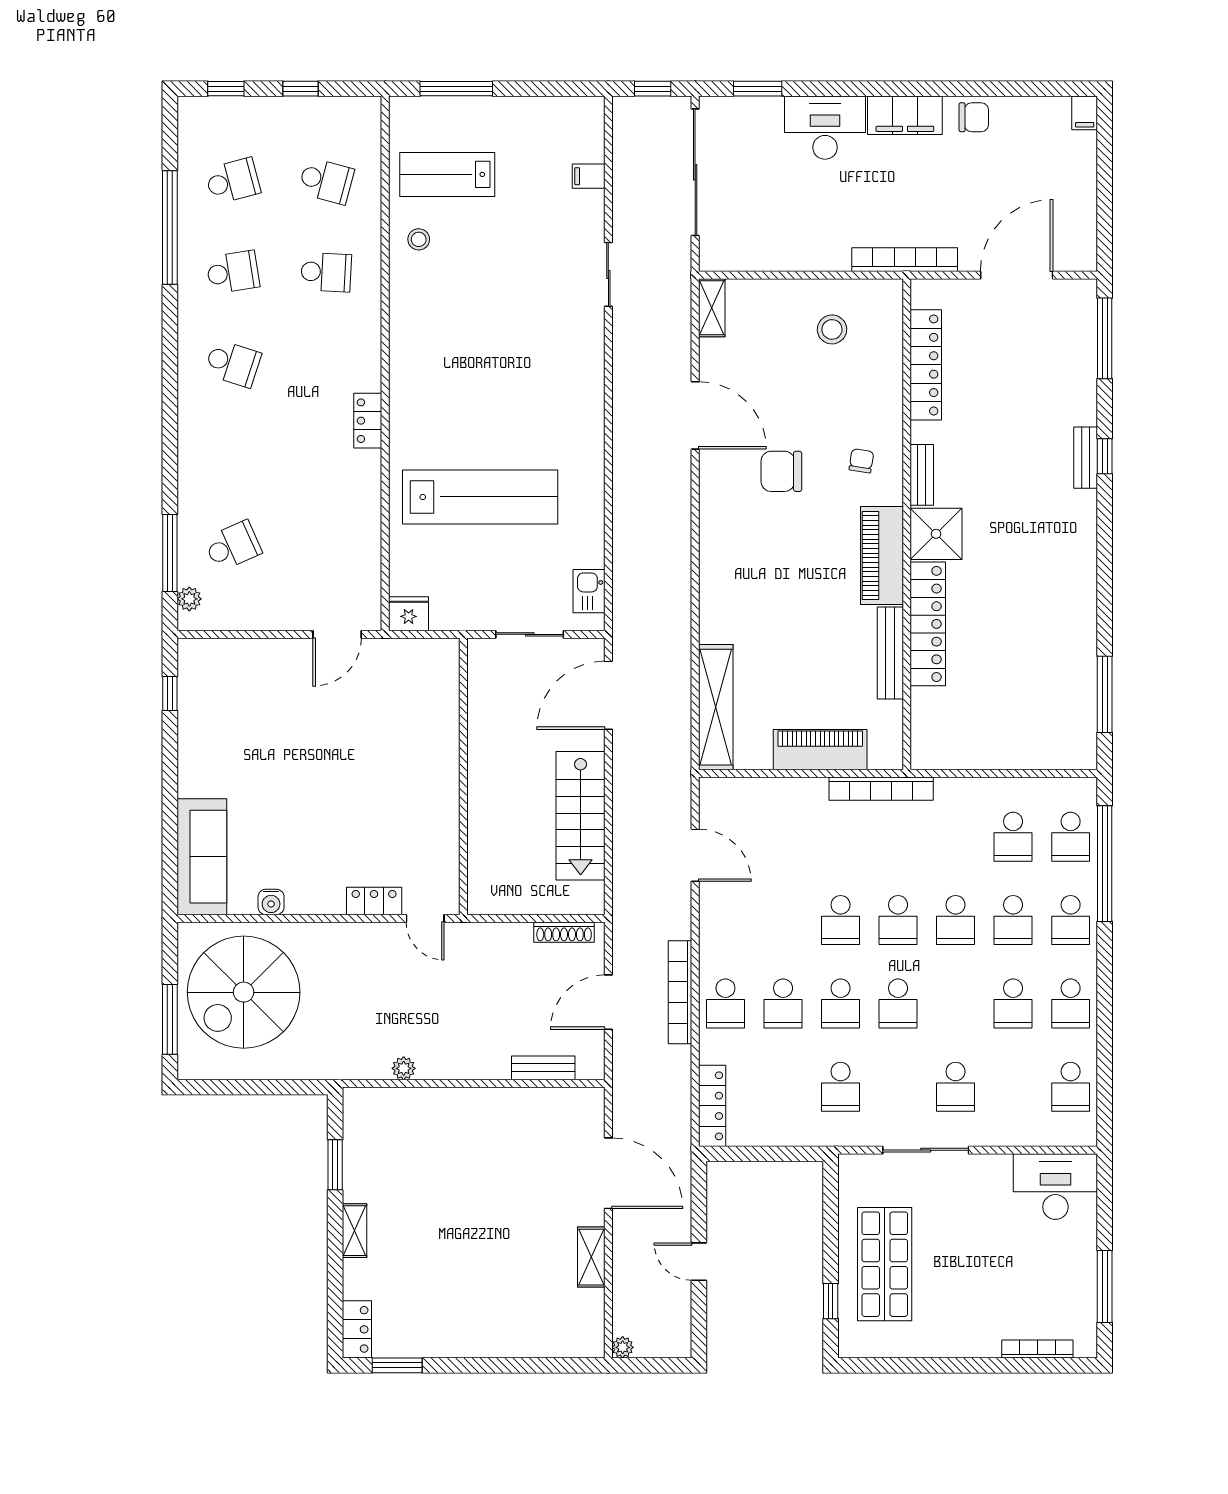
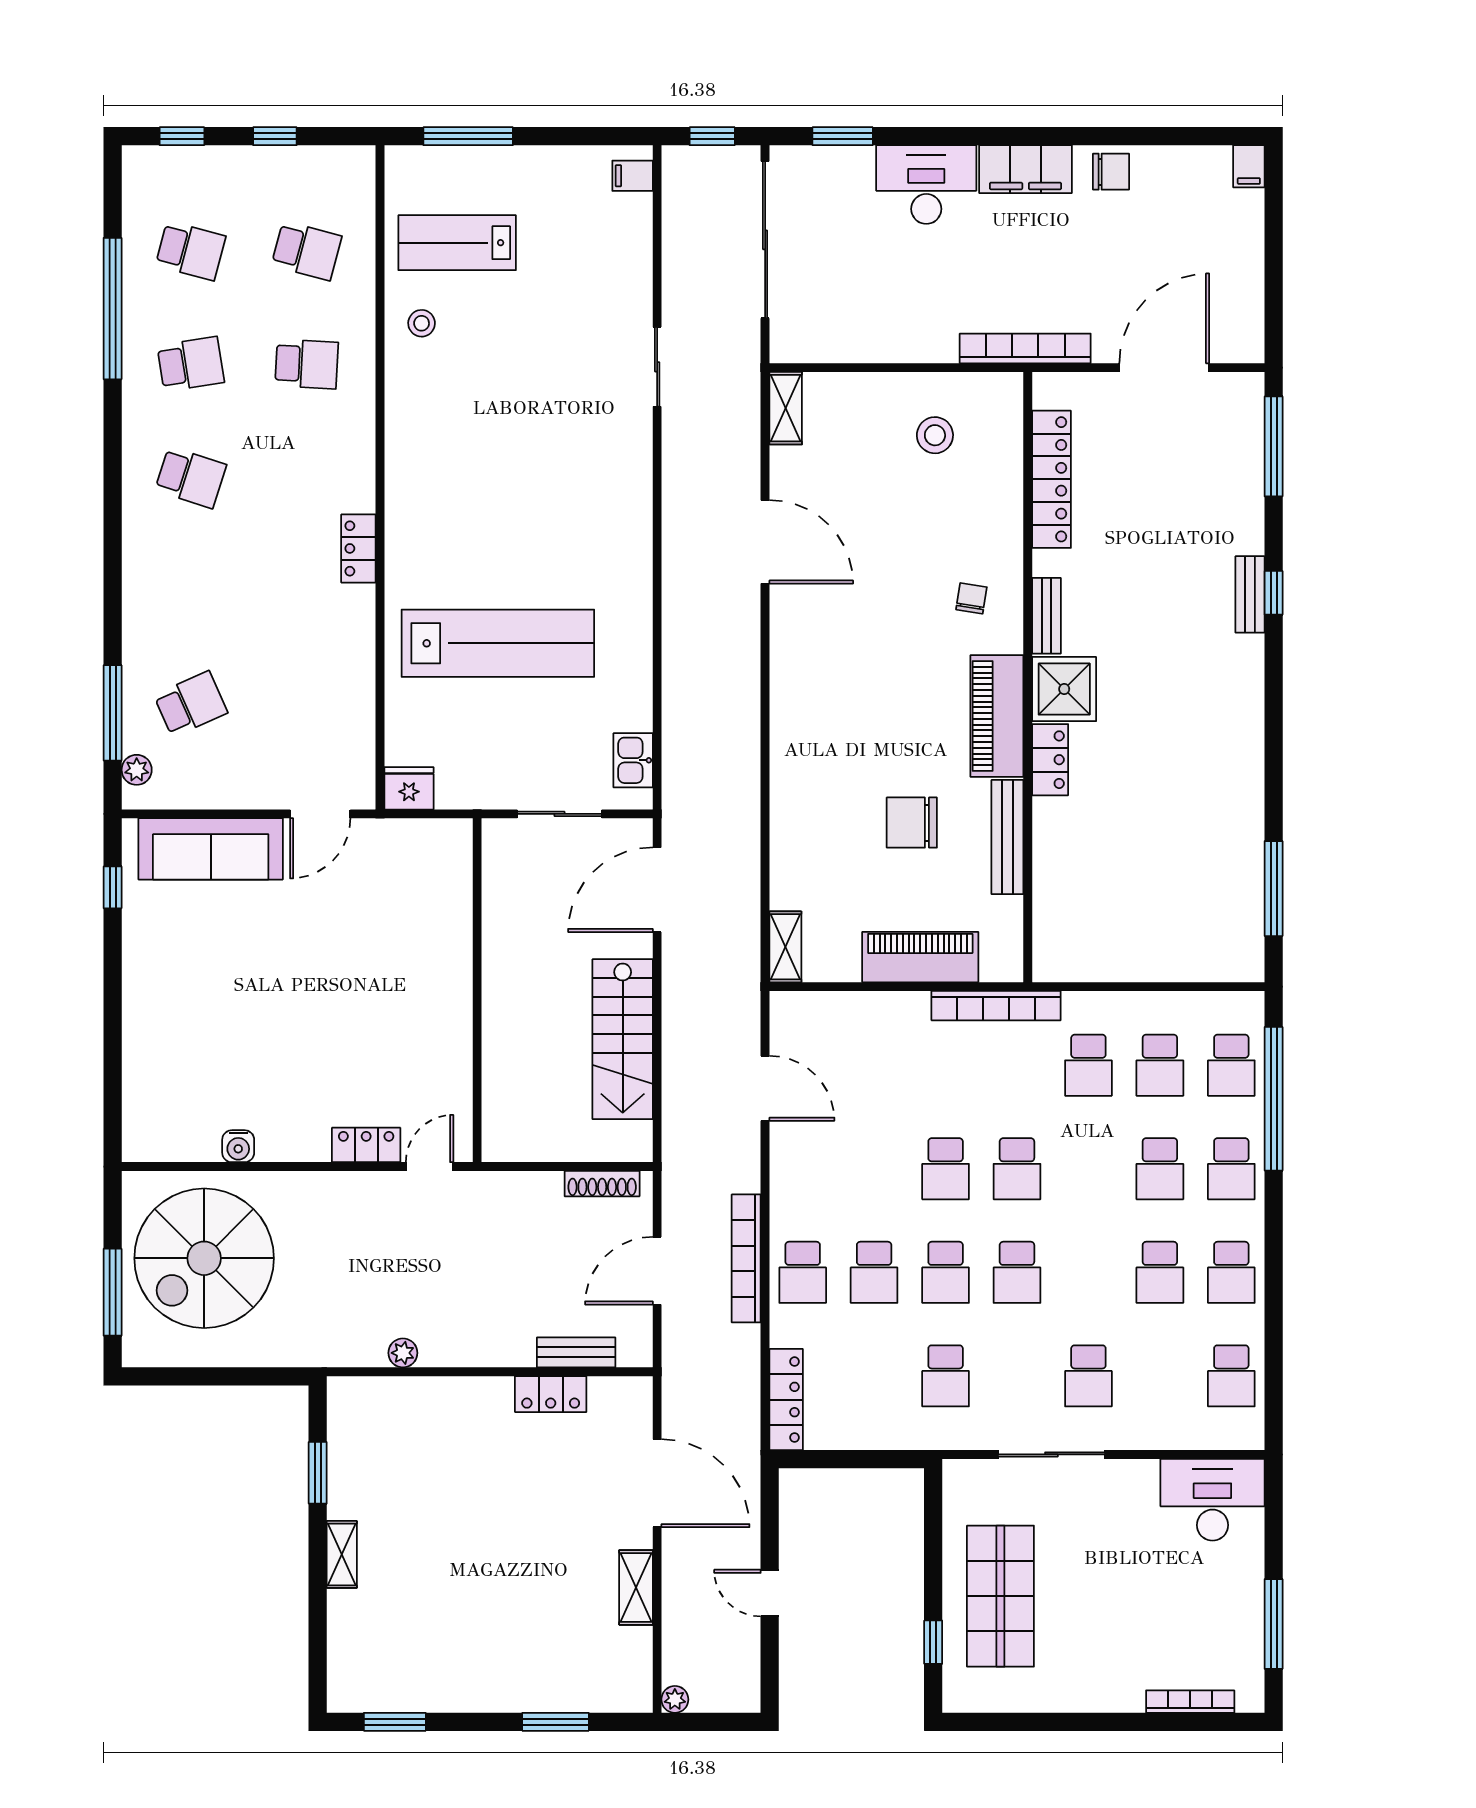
filing cabinet: (589, 176) -> (633, 176), moved
school desk: (233, 181) -> (191, 251), turned 30
chair: (781, 471) -> (912, 823), moved
locker: (928, 624) -> (1050, 760), width x0.46, depth x0.83
shelving: (716, 707) -> (785, 947), width x0.45, depth x0.75
sofa: (202, 857) -> (211, 849), moved, turned 90
door: (425, 918) -> (430, 1167), swing flipped
school desk: (956, 920) -> (1088, 1065), moved
locker: (357, 1329) -> (551, 1394), moved, turned 90
window: (527, 1365) -> (556, 1722), added

